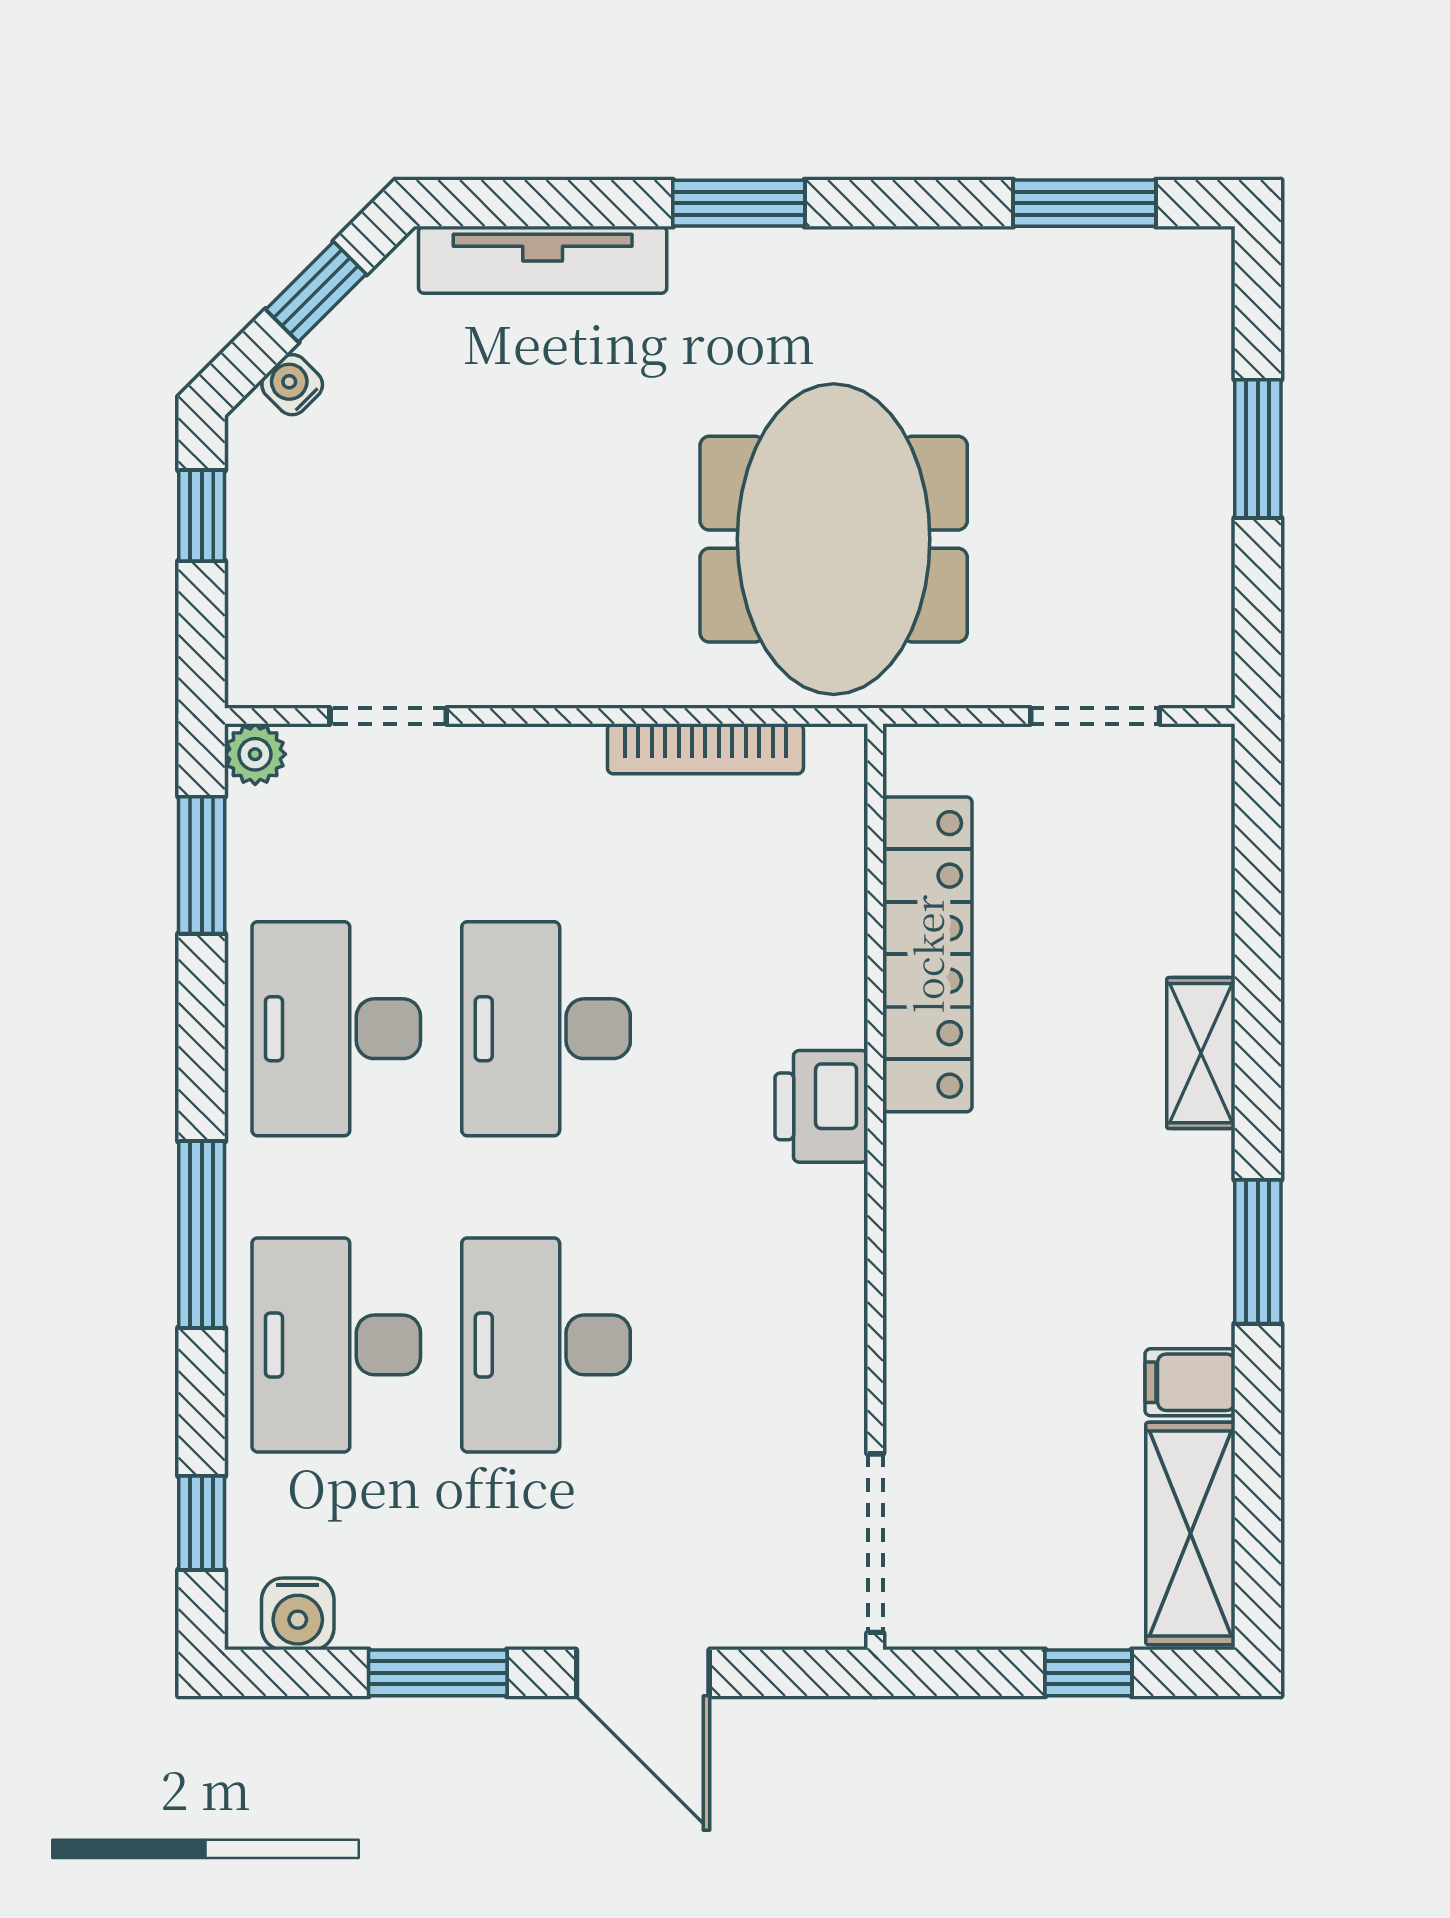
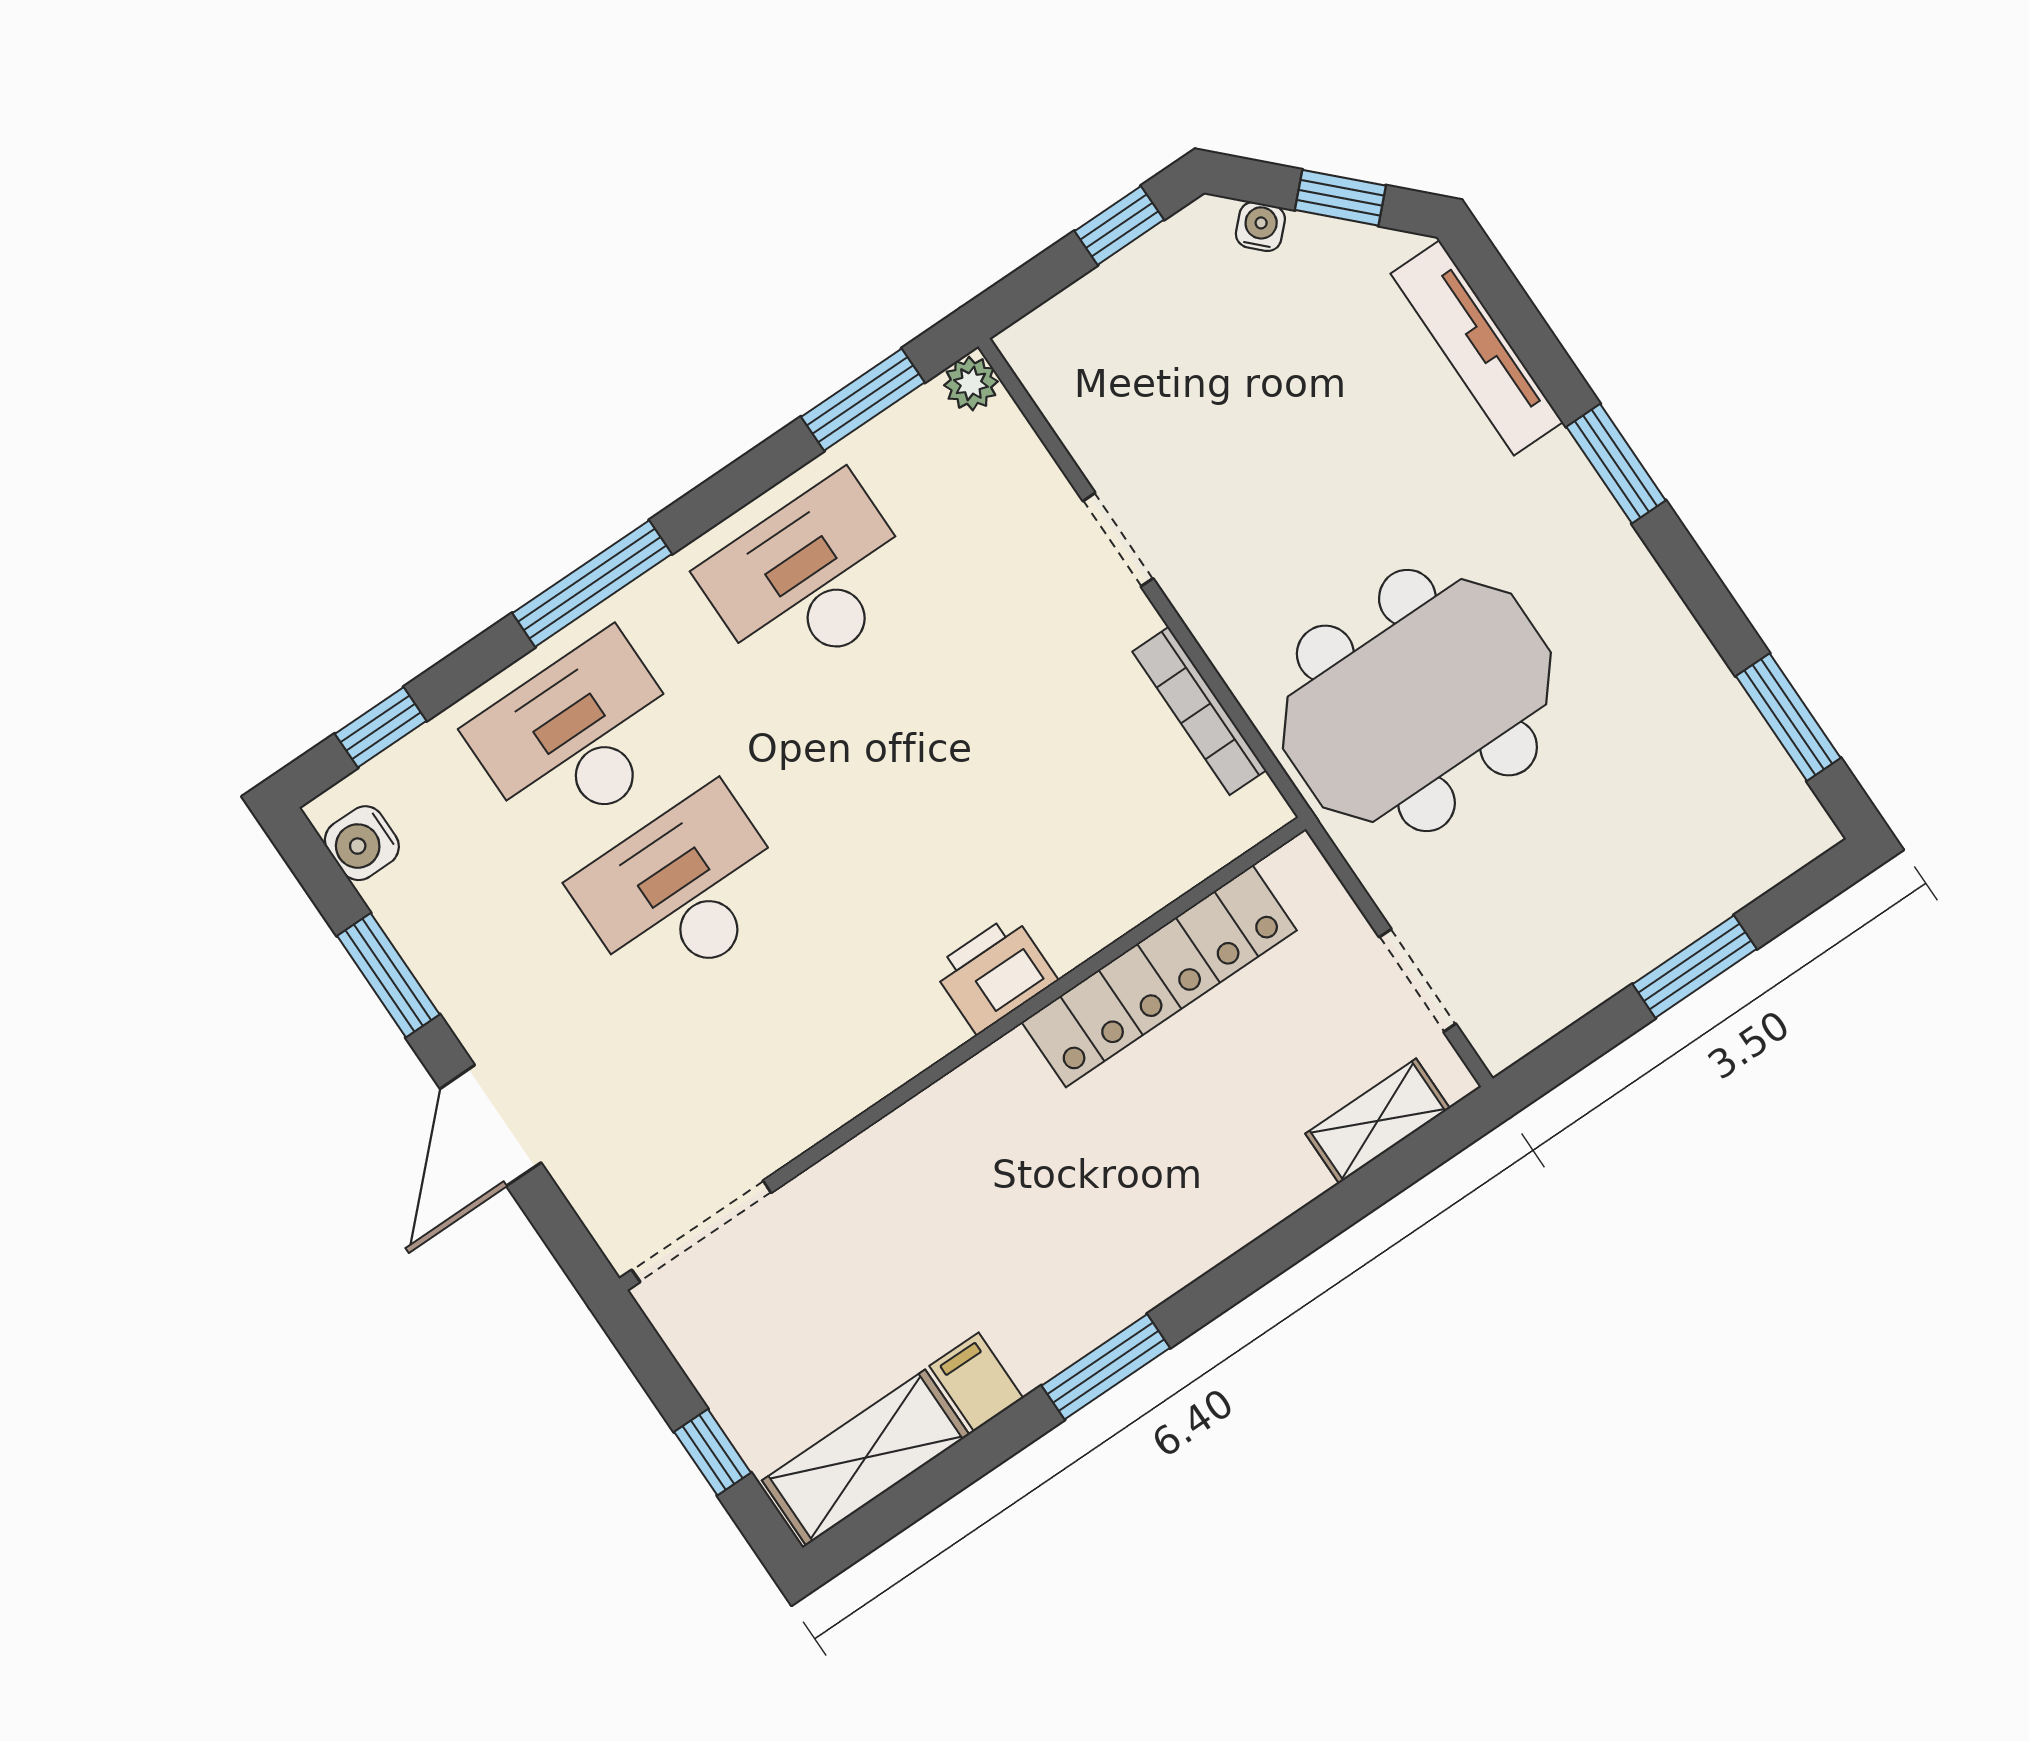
doorway: (388, 716) -> (1118, 540), moved
desk: (546, 1029) -> (915, 734), removed
shelving: (1201, 1053) -> (1378, 1121), moved

